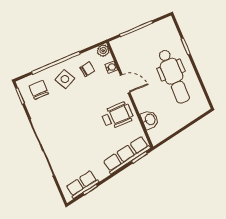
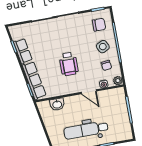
door: (125, 84) -> (89, 92), hinge flipped
wheelchair: (117, 116) -> (69, 64), moved
row of seats: (82, 184) -> (23, 51), moved

